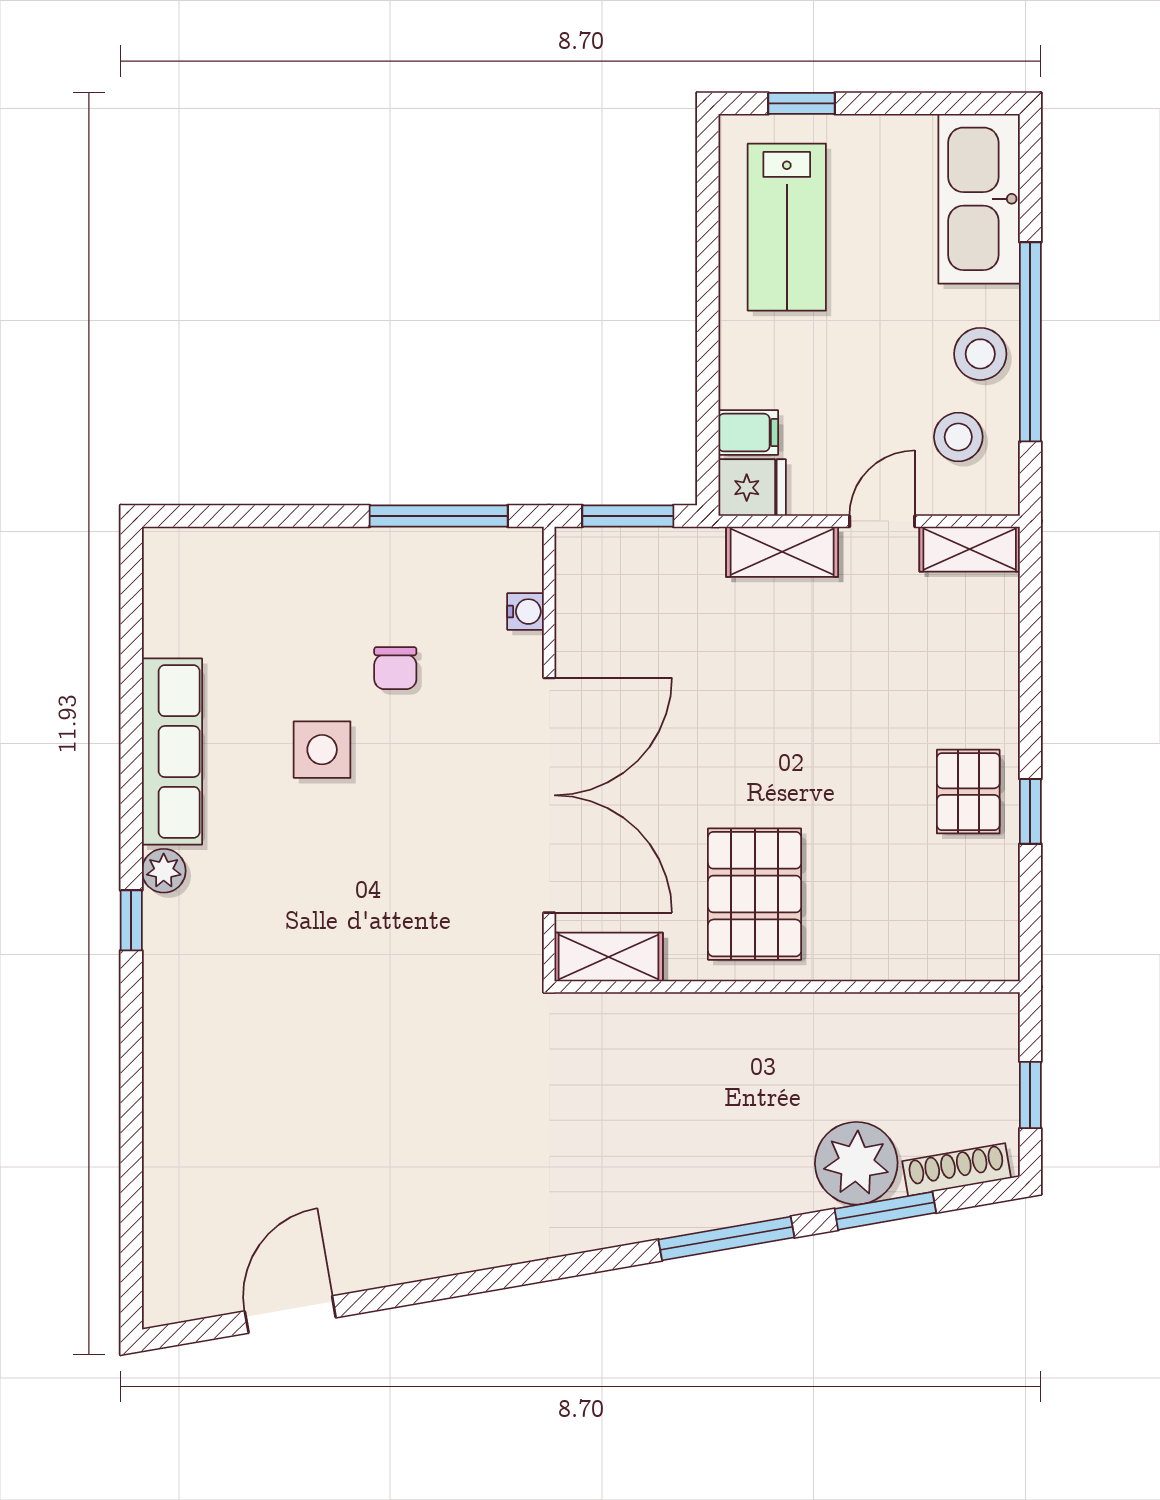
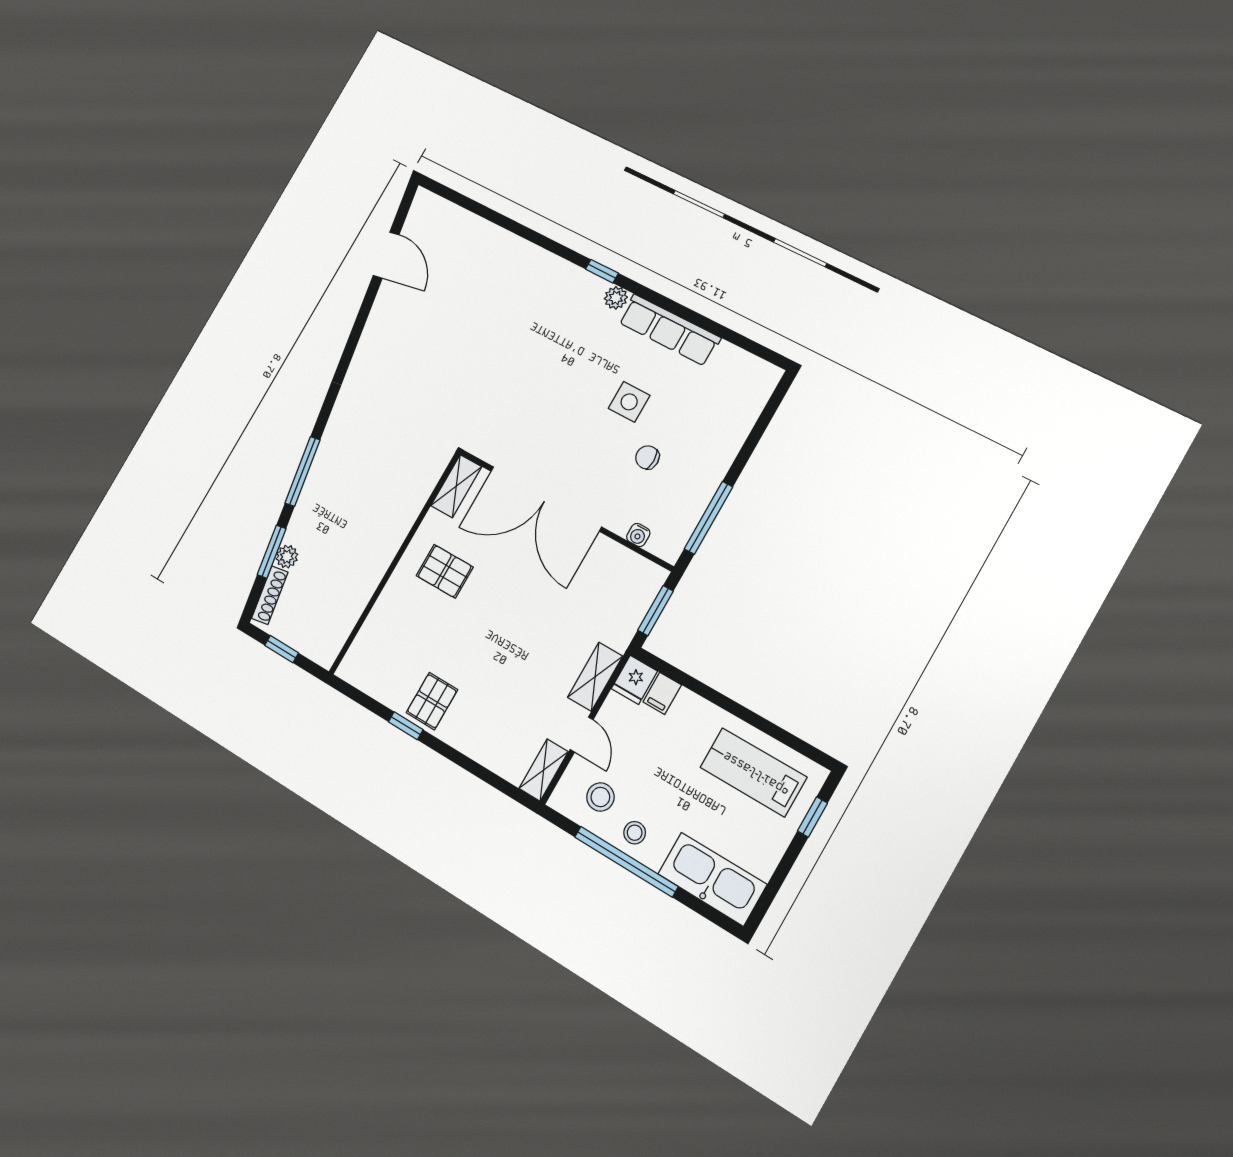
stool: (980, 354) -> (635, 833), width x0.73, depth x0.73
pallet: (968, 792) -> (432, 701), turned 90
pallet: (755, 894) -> (445, 571), width x0.67, depth x0.71
plant: (856, 1163) -> (287, 557), width x0.53, depth x0.53

